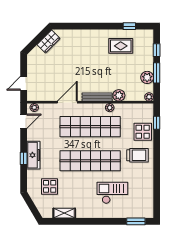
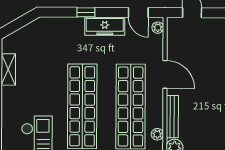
freezer: (33, 155) -> (105, 26), moved
display table: (50, 186) -> (46, 49), removed

